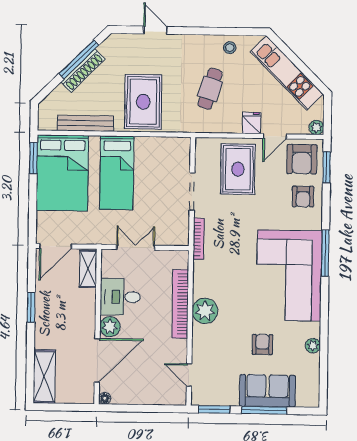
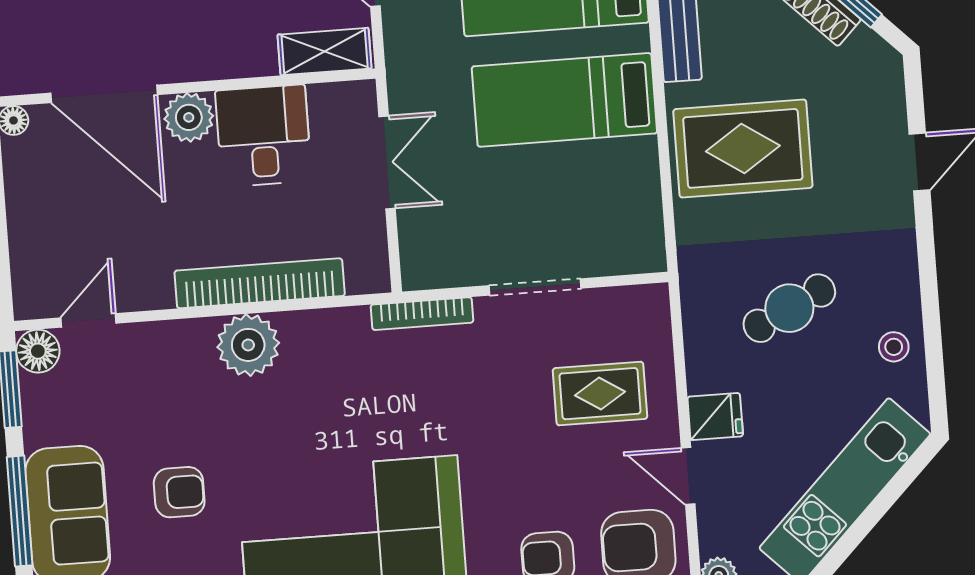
cafe table: (210, 89) -> (789, 308), turned -43
rug: (238, 169) -> (600, 394), width x0.73, depth x0.70
floor lamp: (200, 397) -> (38, 351), added

